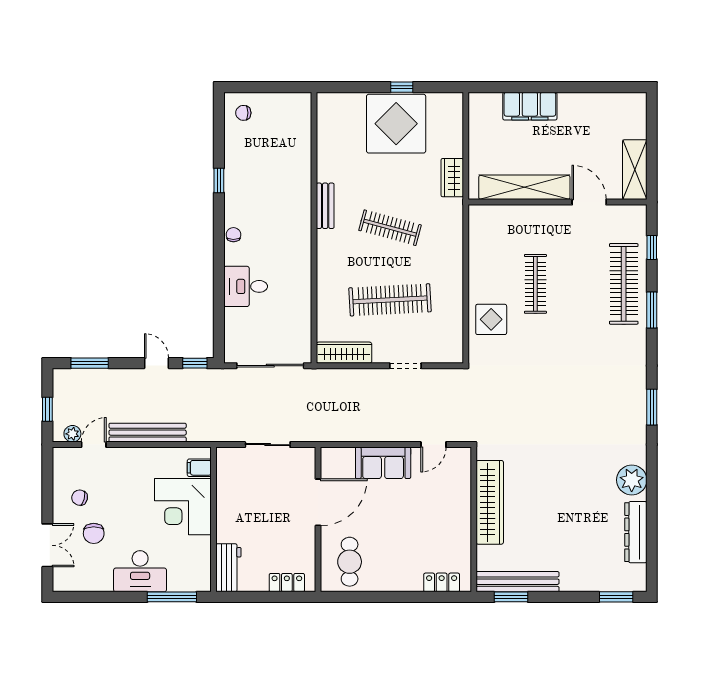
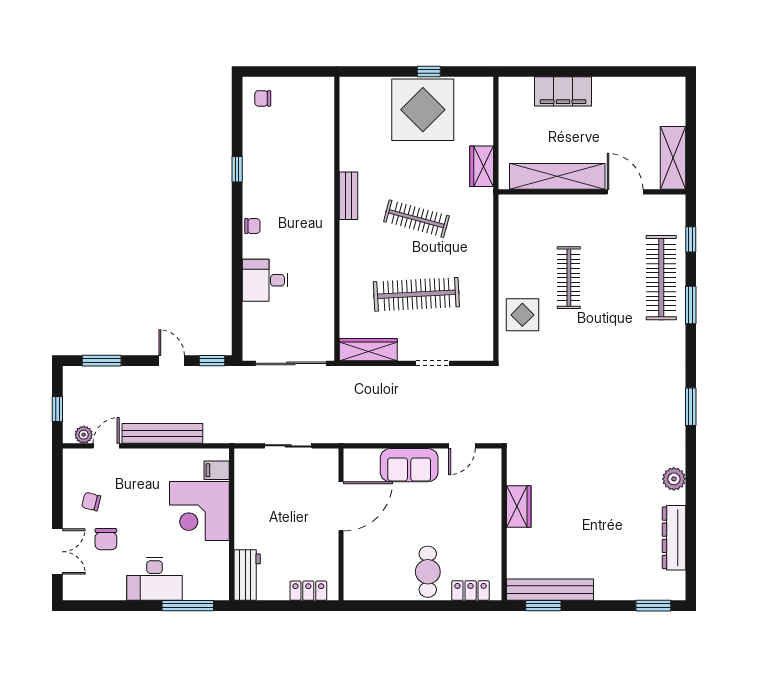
chair: (233, 235) -> (252, 226), turned 90
plant: (632, 480) -> (674, 479), width x0.73, depth x0.73
wardrobe: (490, 502) -> (519, 506), width x0.48, depth x0.85
cafe table: (350, 562) -> (428, 572), moved

